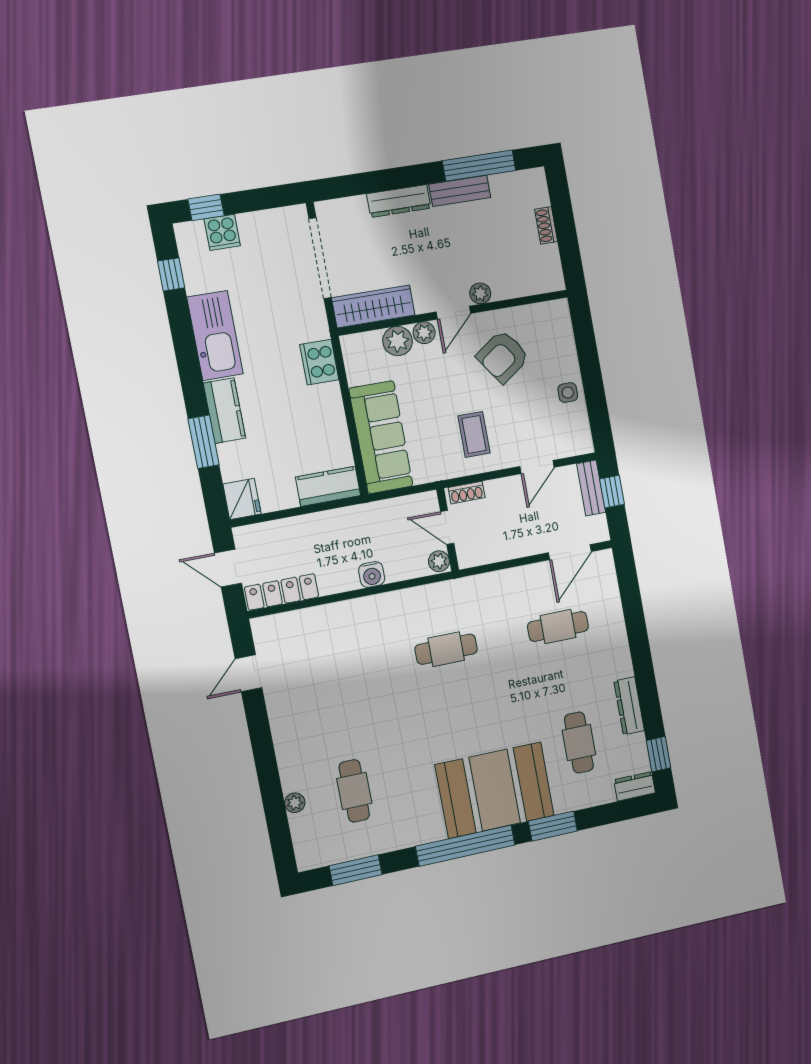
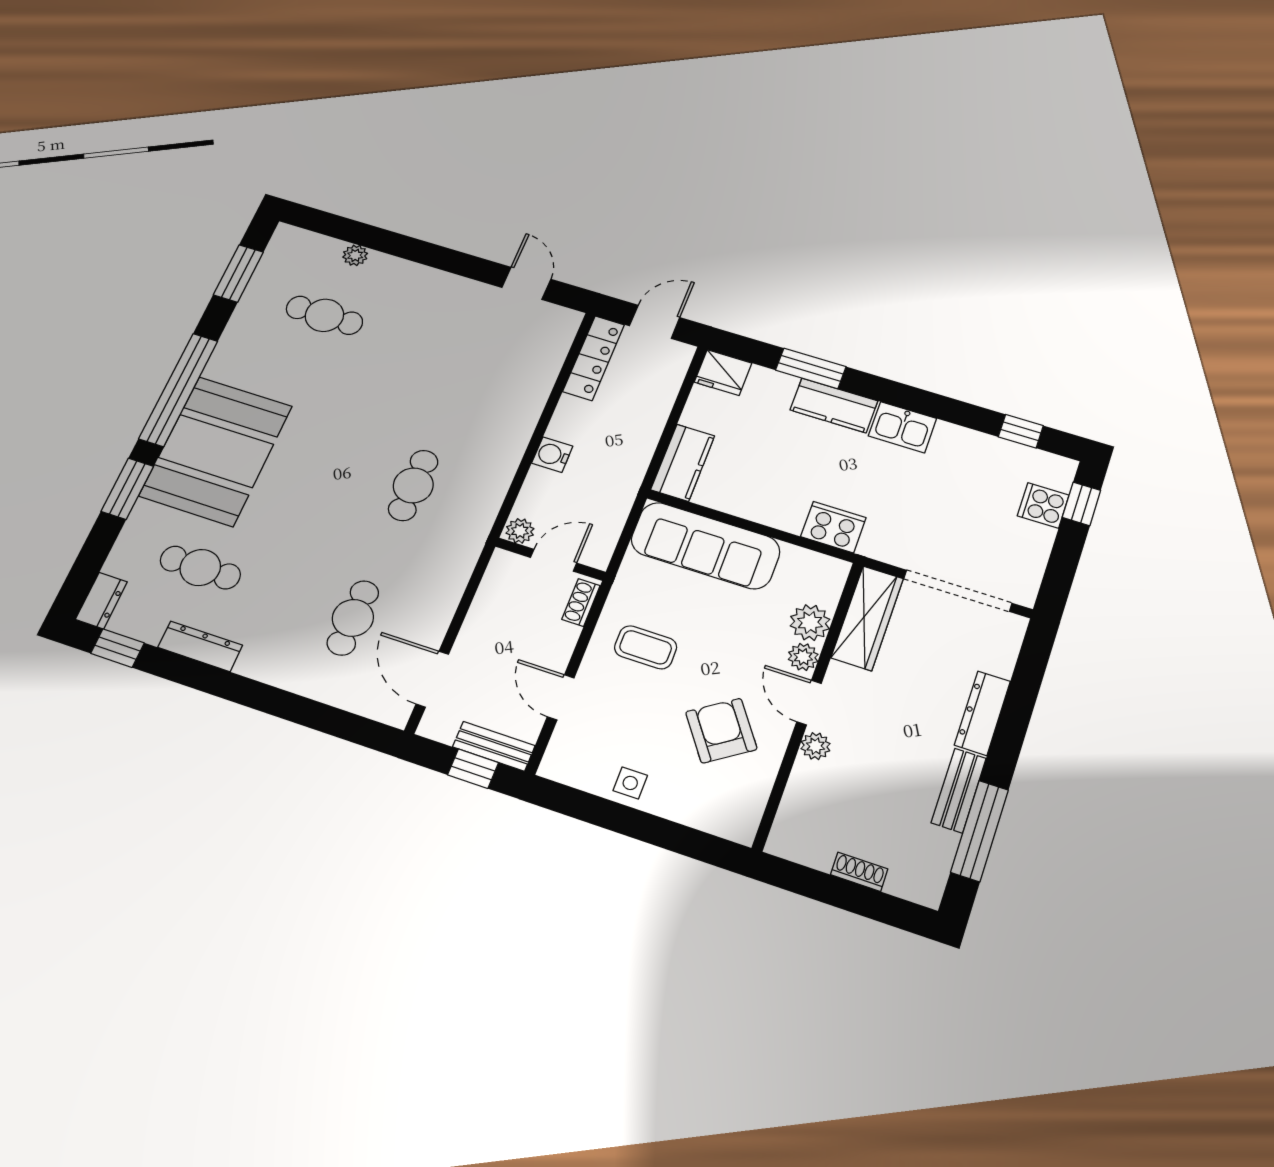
kitchen sink: (215, 336) -> (902, 427), width x0.53, depth x0.81

